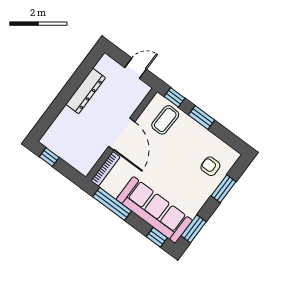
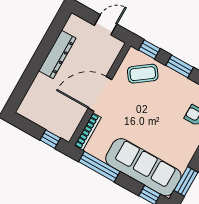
coffee table: (165, 120) -> (143, 74), turned 52
door: (122, 134) -> (100, 94), swing flipped
window: (49, 157) -> (50, 139), moved

